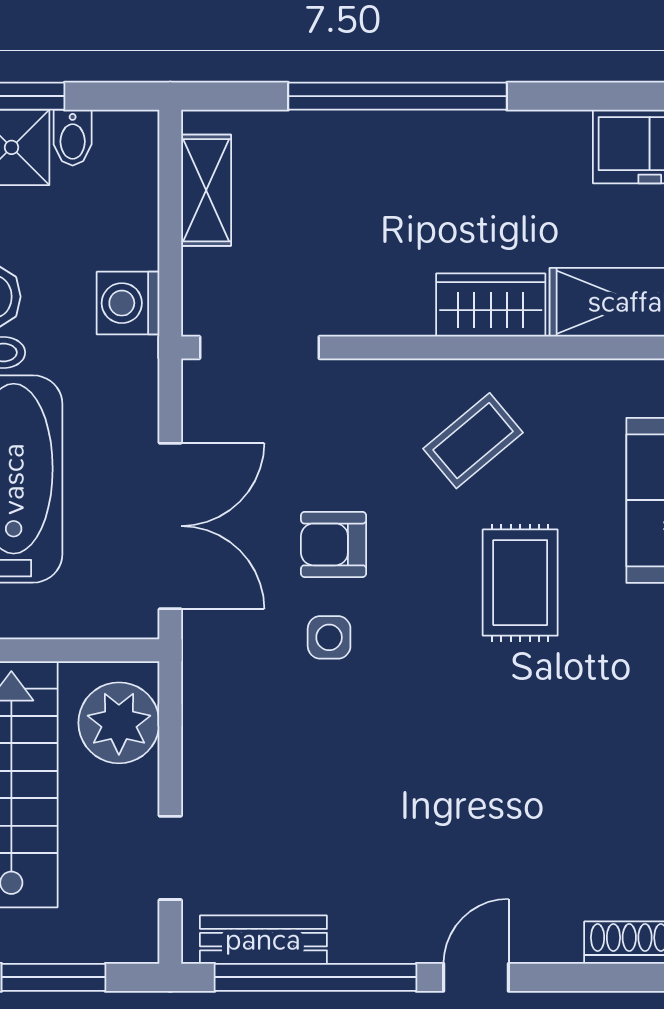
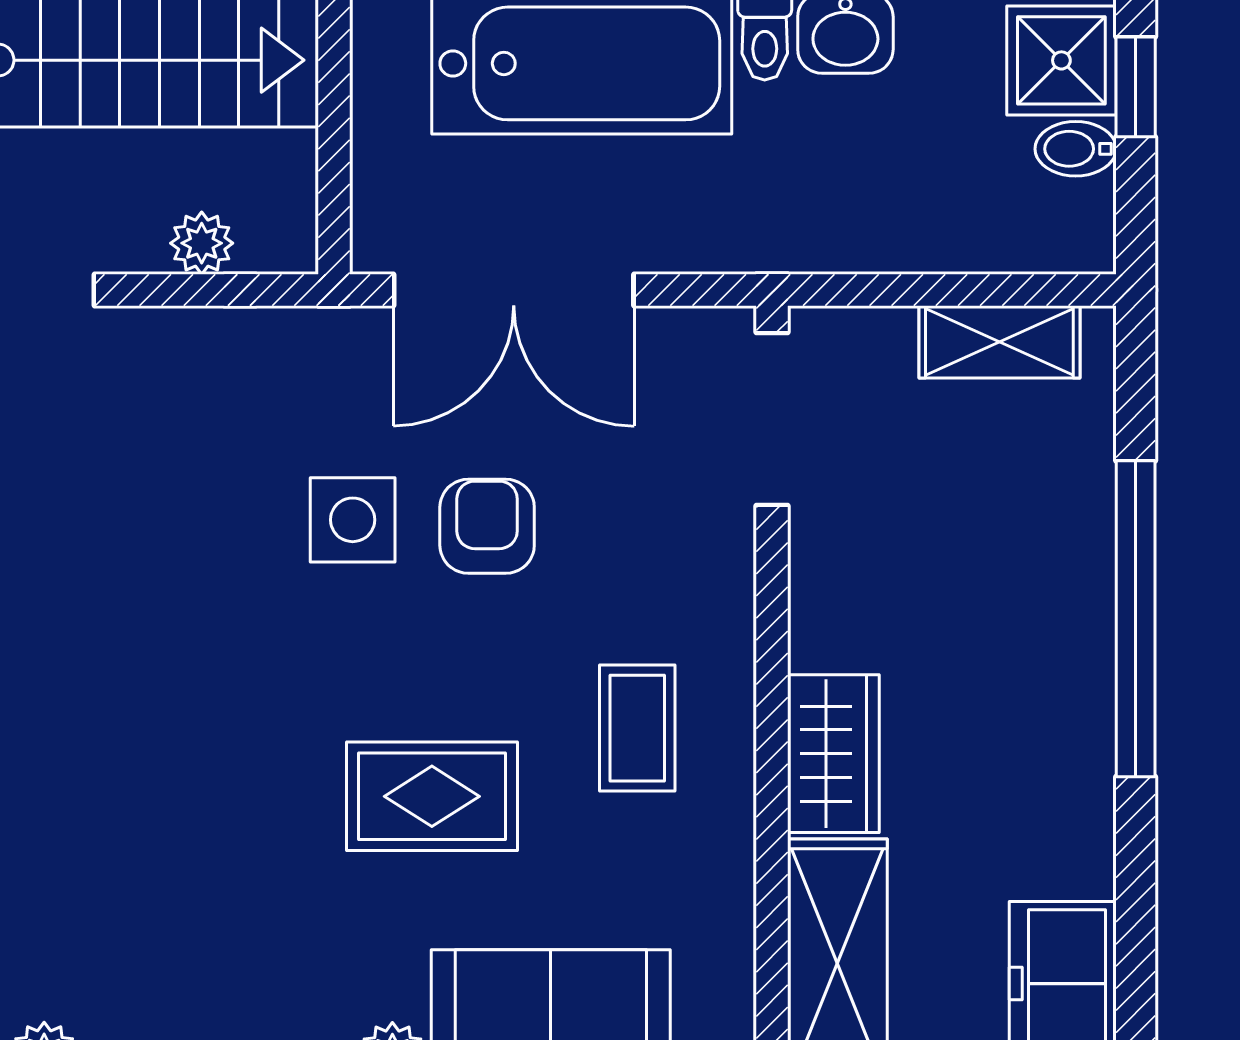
washing machine: (128, 303) -> (836, 229), removed
coffee table: (473, 441) -> (637, 728), turned 40
side table: (329, 637) -> (353, 520), width x1.37, depth x1.37
plant: (119, 723) -> (202, 243), width x0.53, depth x0.53

